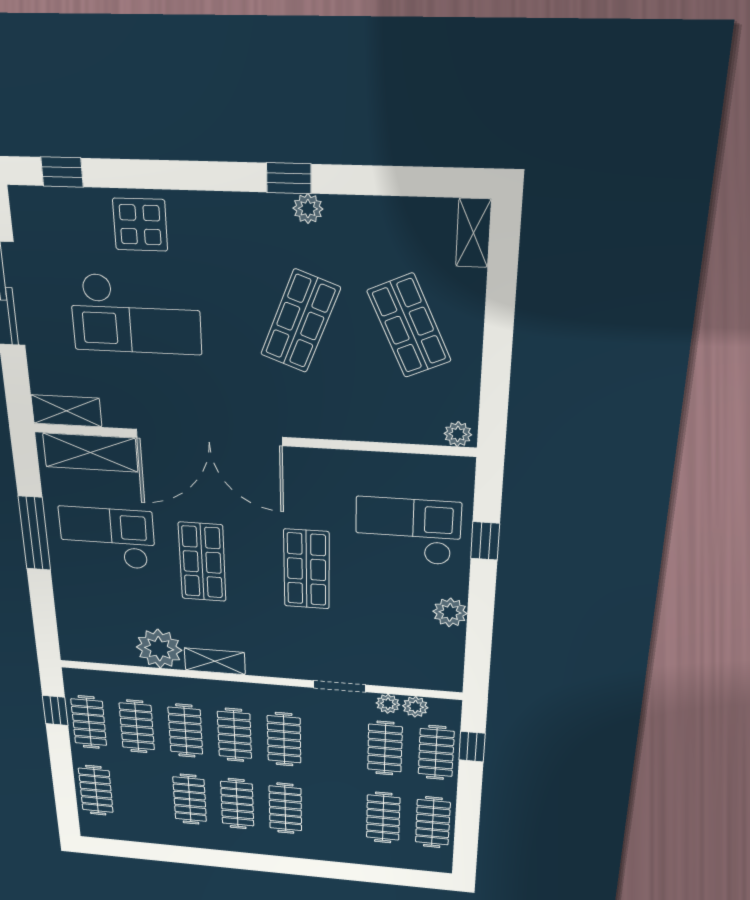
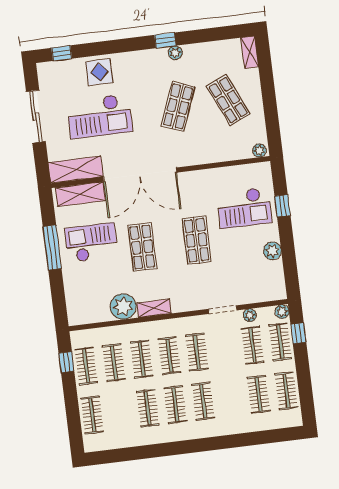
shelving: (66, 411) -> (76, 169), width x1.50, depth x1.33
checkout: (408, 531) -> (244, 208), turned 180
plant: (415, 707) -> (282, 312), moved

